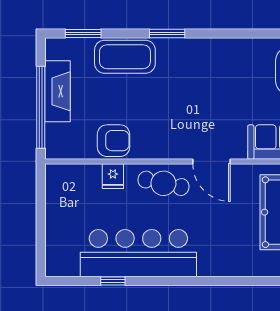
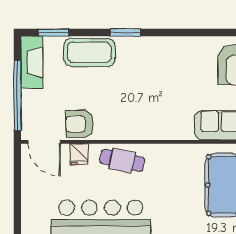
fireplace: (58, 91) -> (32, 62), moved
armchair: (113, 141) -> (80, 124), turned 180
door: (211, 161) -> (44, 142), moved

